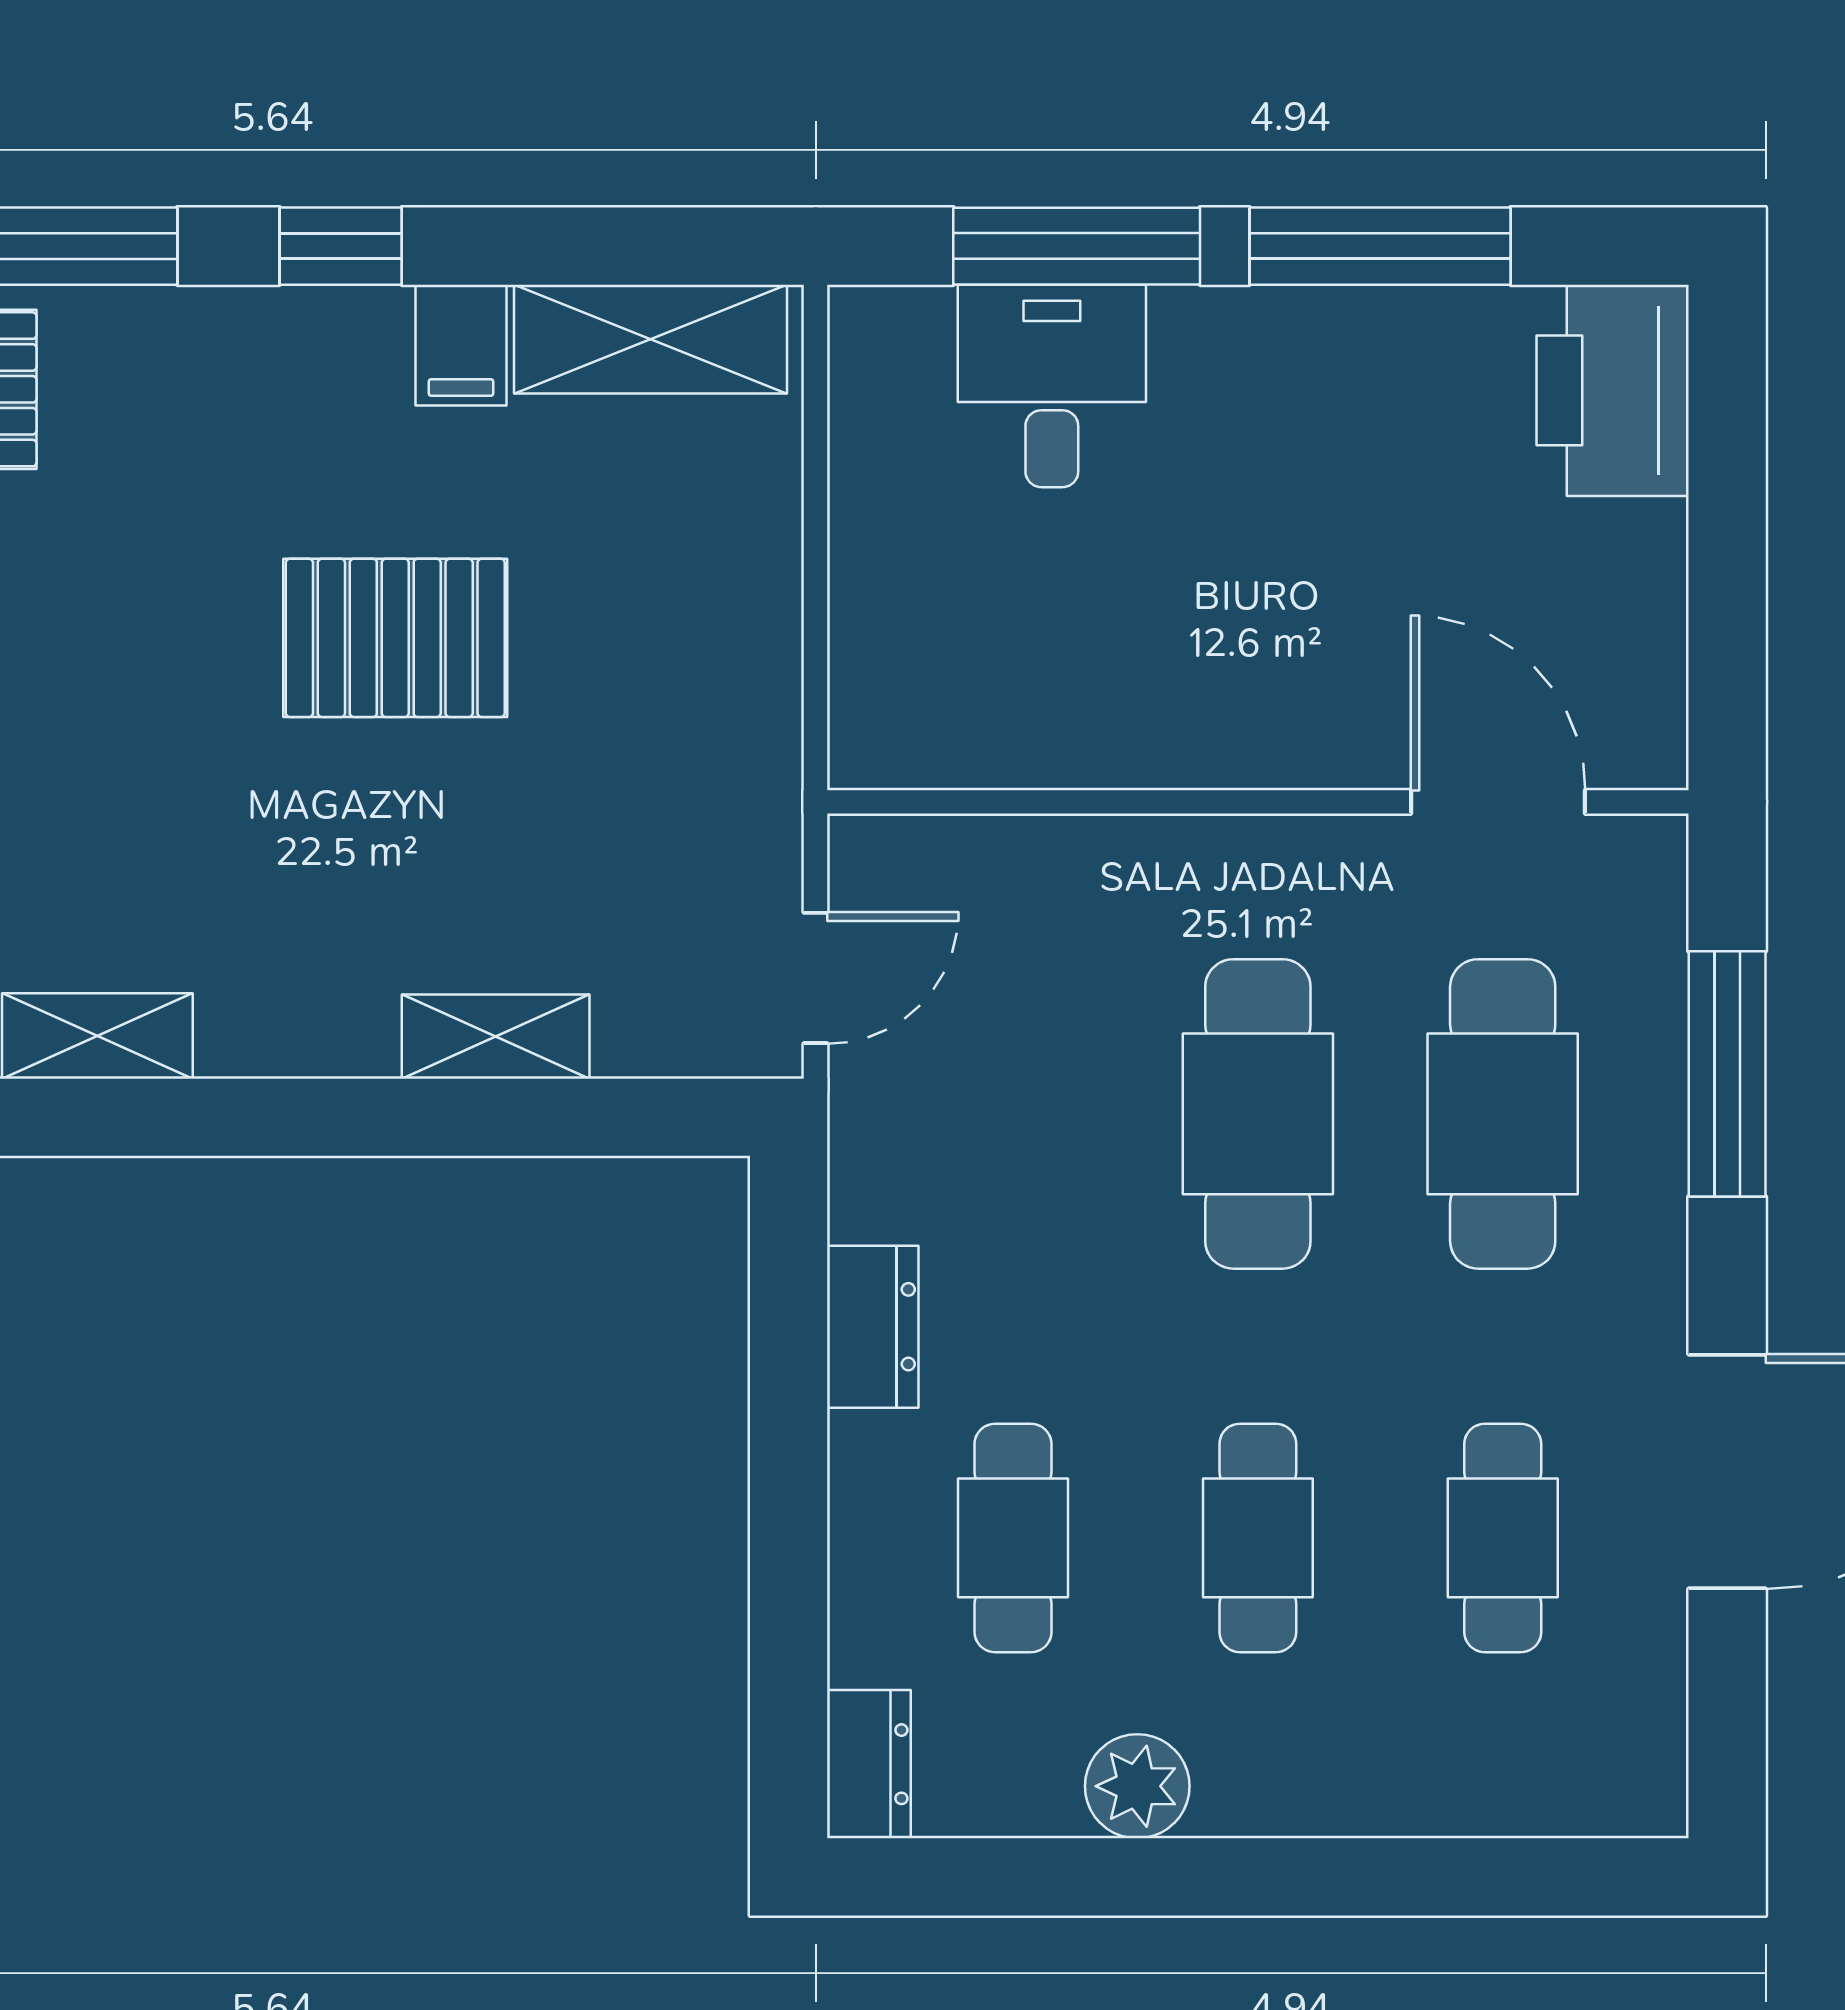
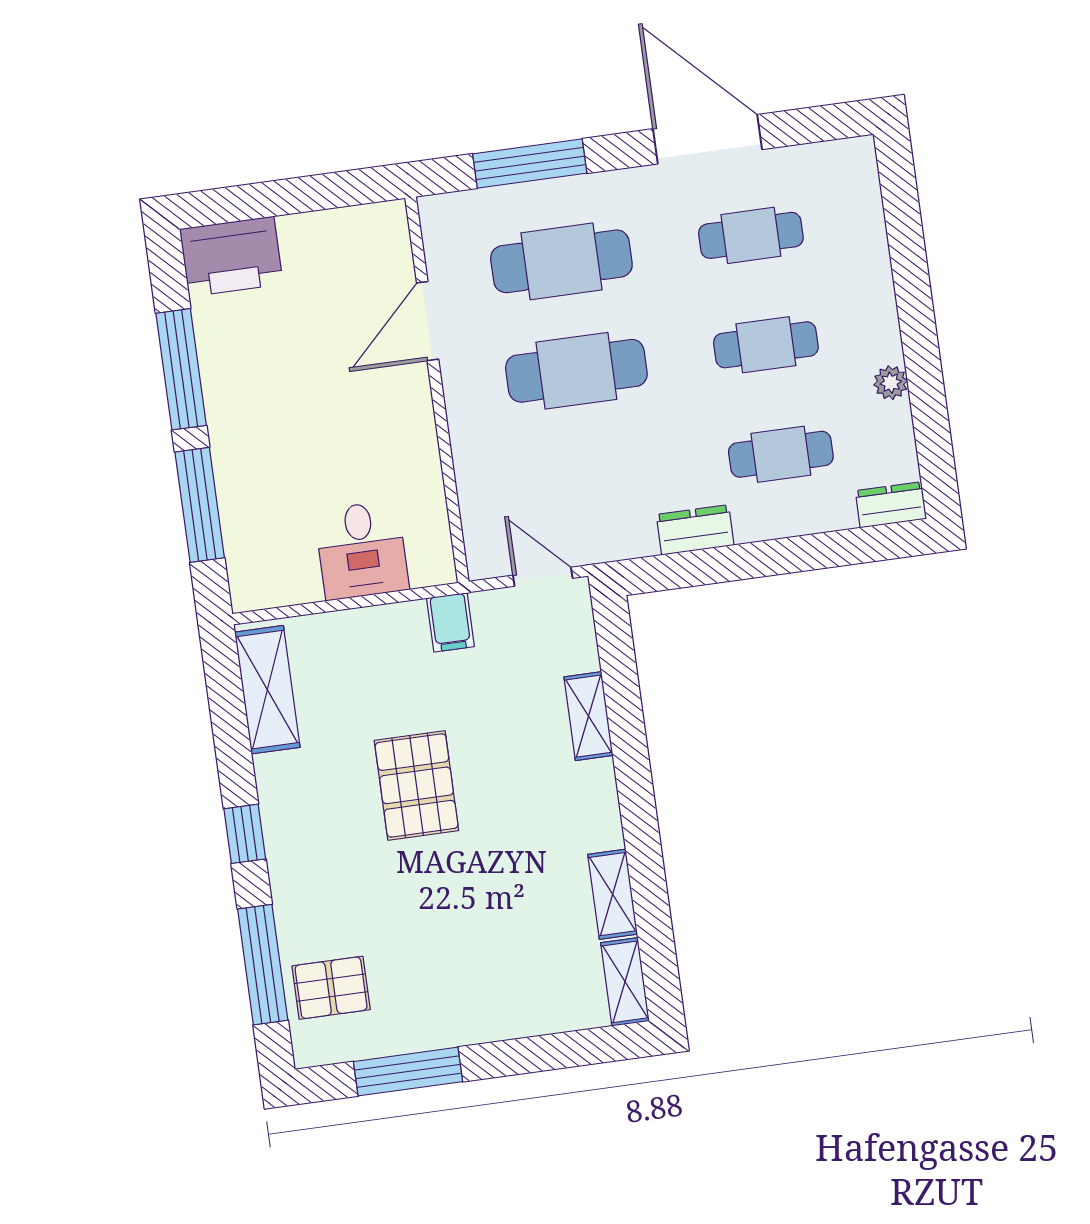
filing cabinet: (461, 345) -> (450, 622), moved, turned 90
desk: (1052, 386) -> (362, 550), moved, turned -90
door: (1498, 802) -> (428, 321), moved
plant: (1137, 1786) -> (891, 383), width x0.73, depth x0.73

